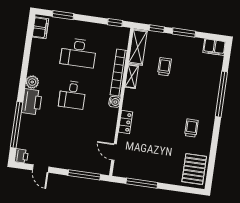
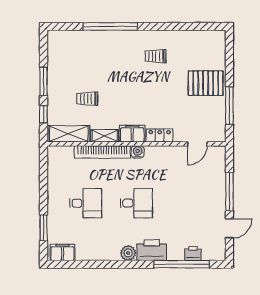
window: (115, 23) -> (44, 165), removed
filing cabinet: (214, 47) -> (132, 134), moved, turned -90
desk: (78, 53) -> (86, 203), width x0.73
printer: (21, 156) -> (193, 253), moved
pallet: (194, 169) -> (206, 83), moved
window: (84, 175) -> (229, 192), moved

